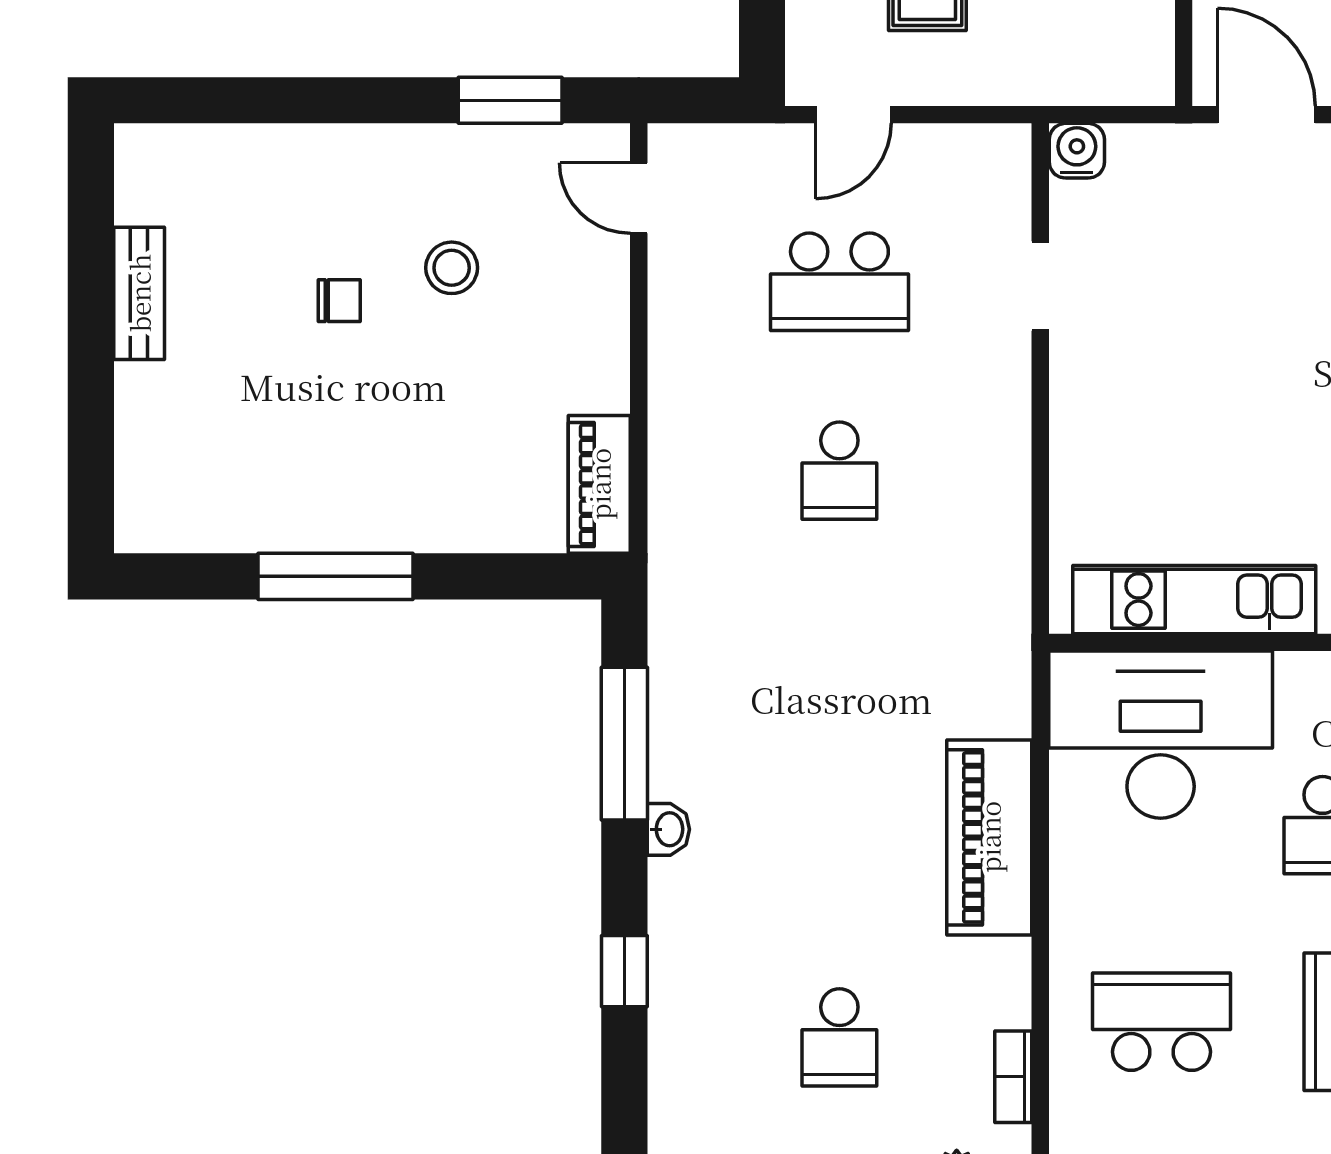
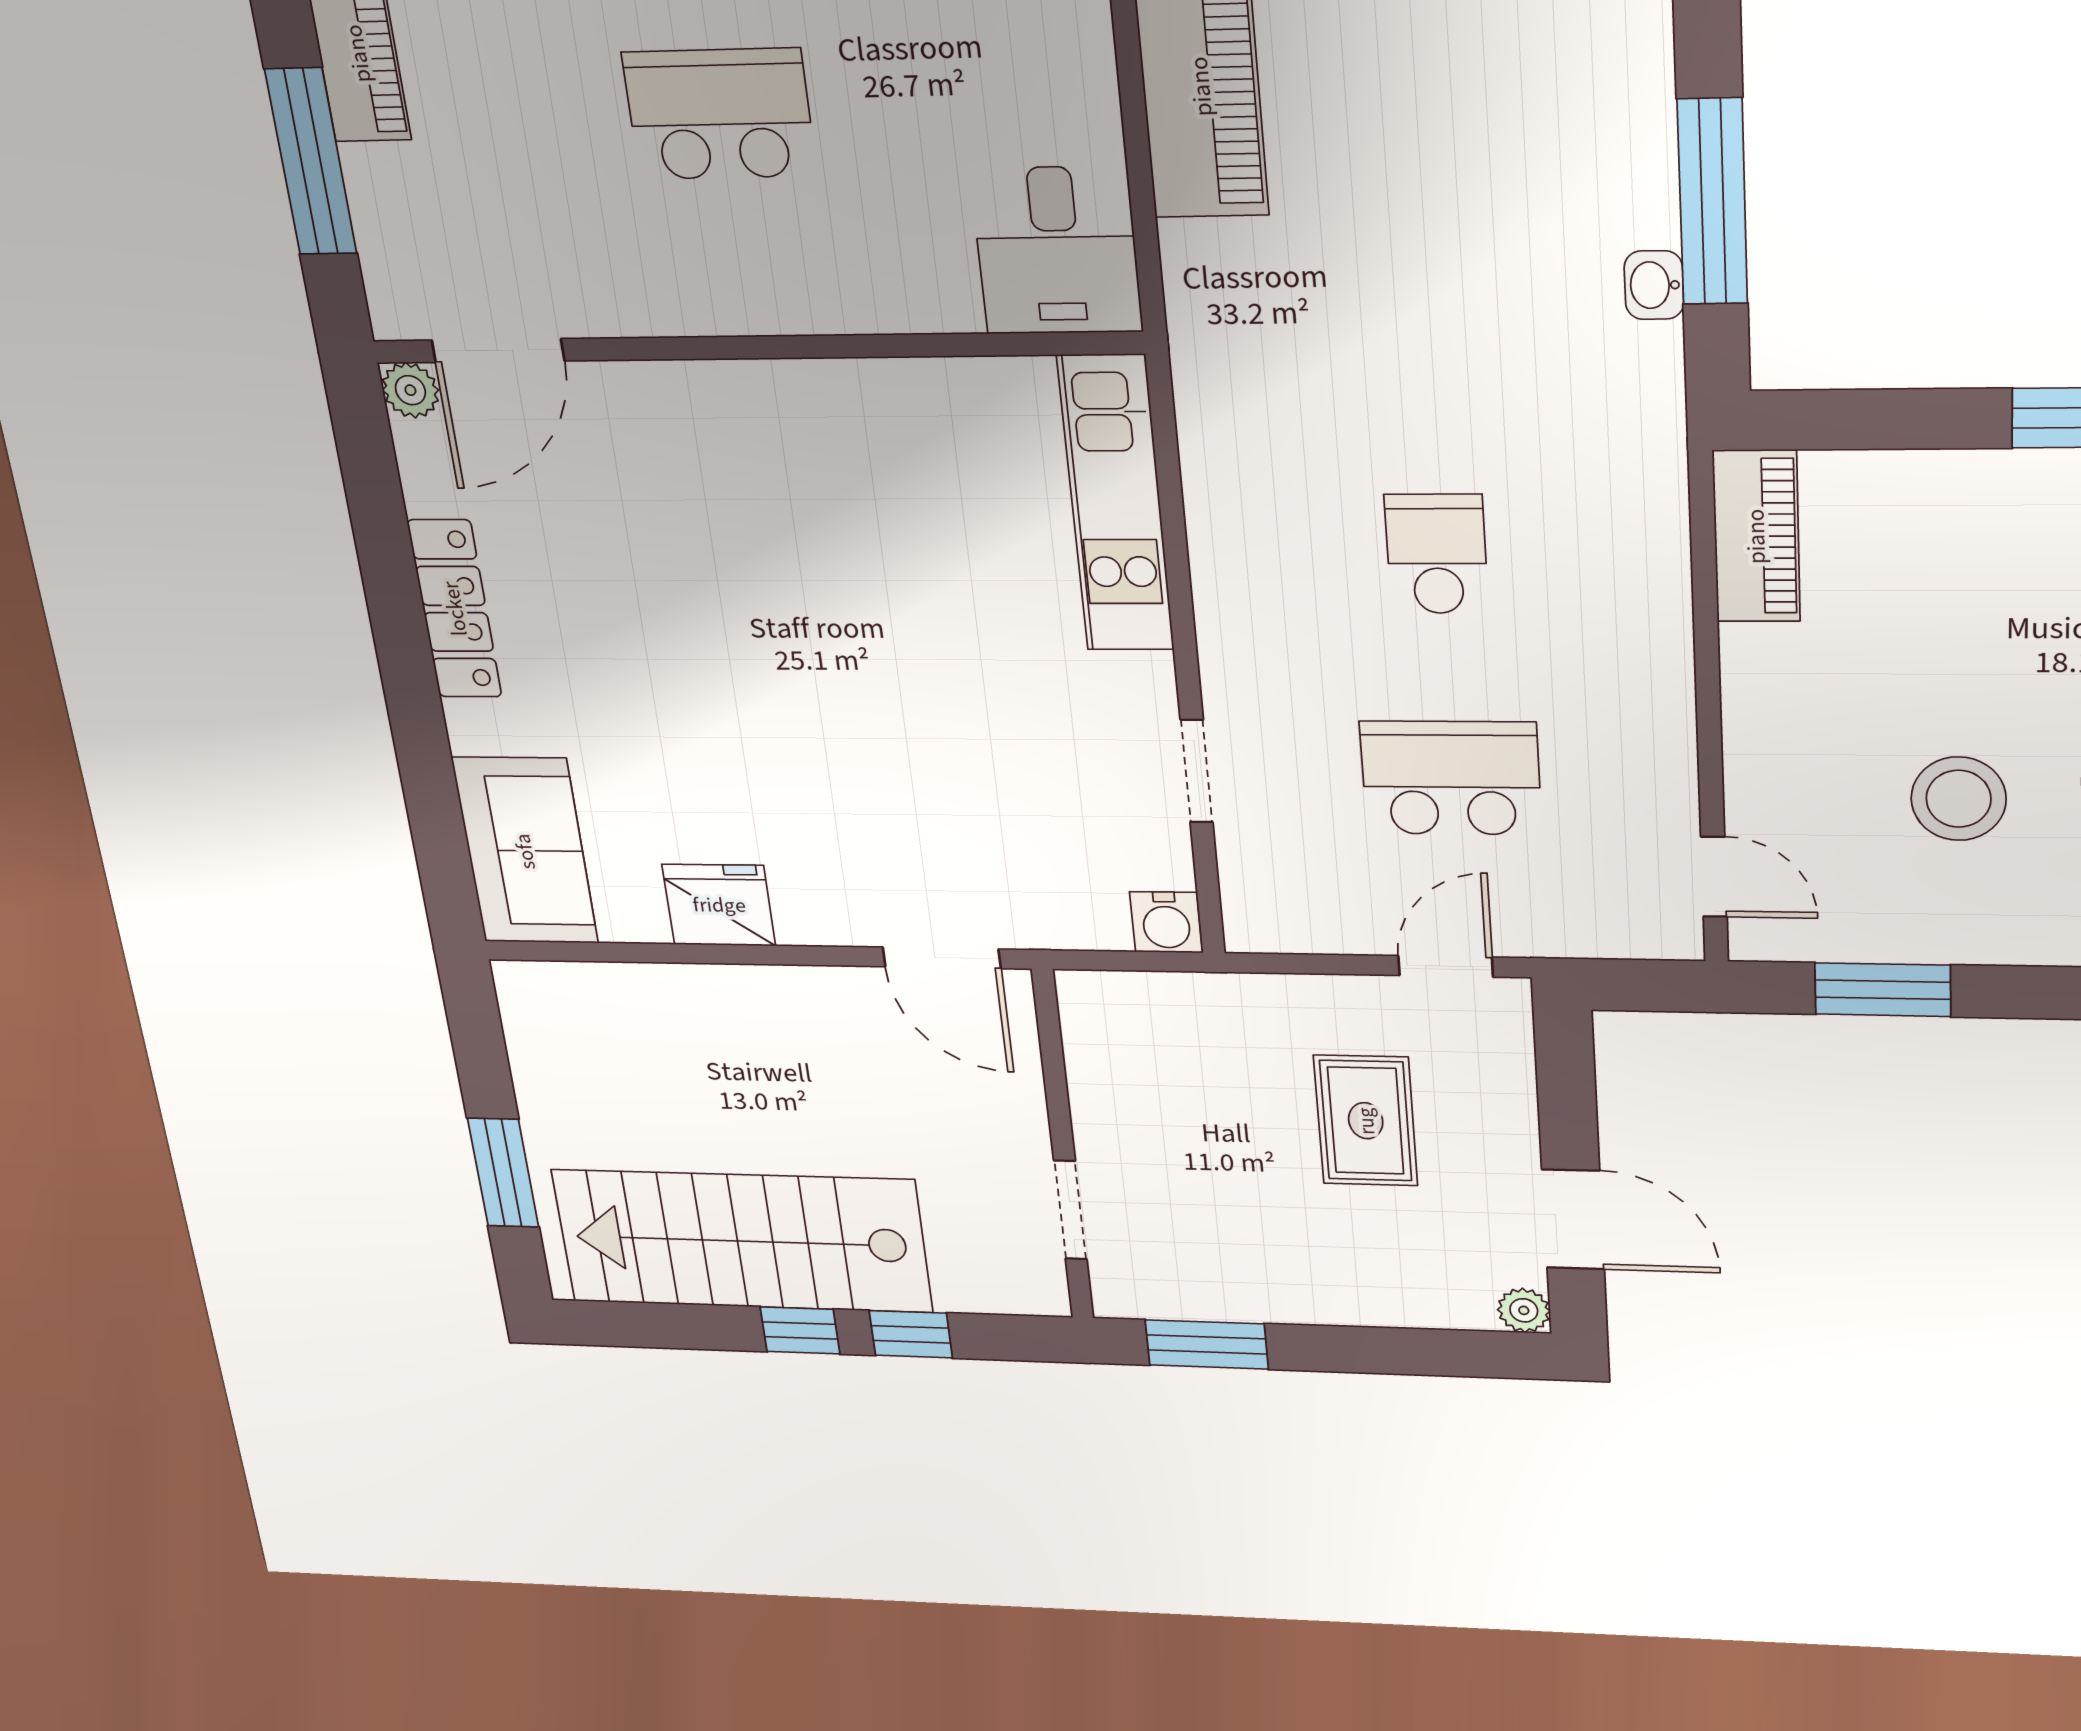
stool: (452, 268) -> (1959, 799), width x1.38, depth x1.38
kitchen unit: (1194, 600) -> (1116, 504), moved, turned 90
desk: (1161, 735) -> (1057, 251), width x0.53, depth x0.77
washbasin: (668, 829) -> (1654, 285), moved

